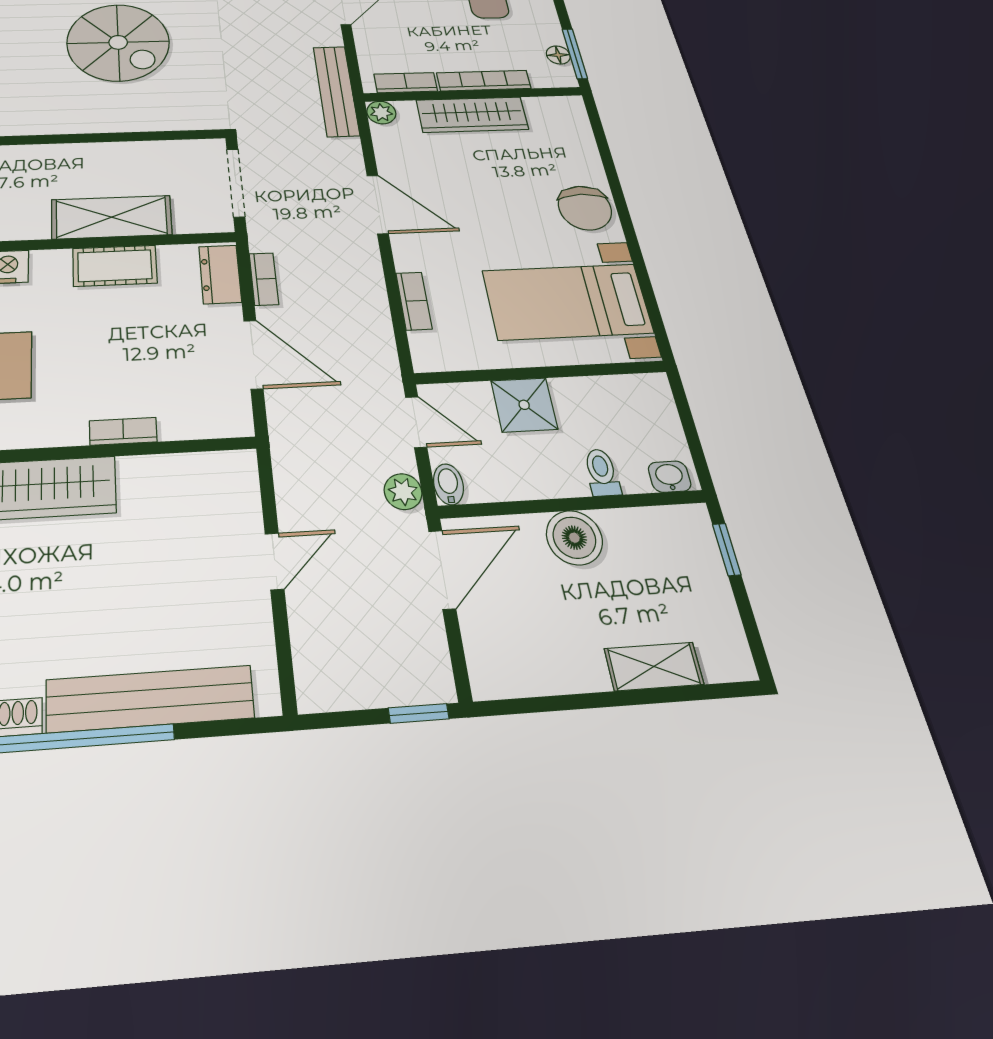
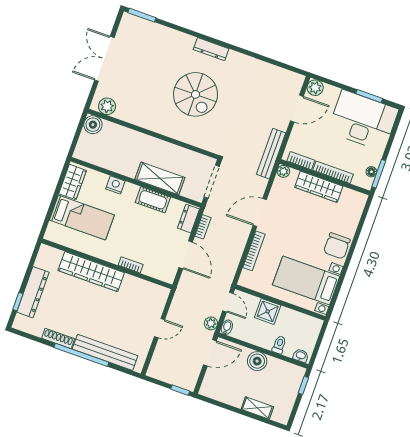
door: (378, 204) -> (260, 213), swing flipped
bookcase: (414, 301) -> (254, 251), width x1.56

